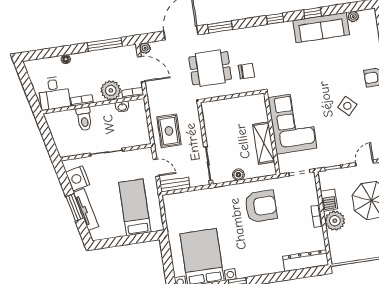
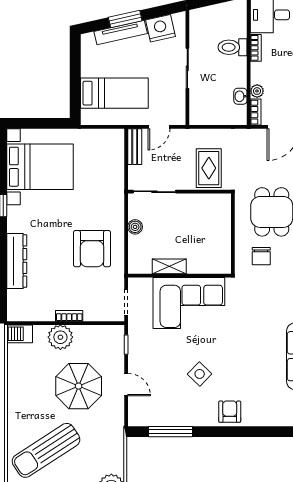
plant: (111, 90) -> (257, 91), width x0.53, depth x0.53
rug: (169, 131) -> (209, 168), moved, turned 90
shelving: (264, 143) -> (169, 266), width x0.67, depth x0.75
barbecue: (329, 200) -> (20, 334), moved
dresser: (306, 261) -> (17, 261), moved

